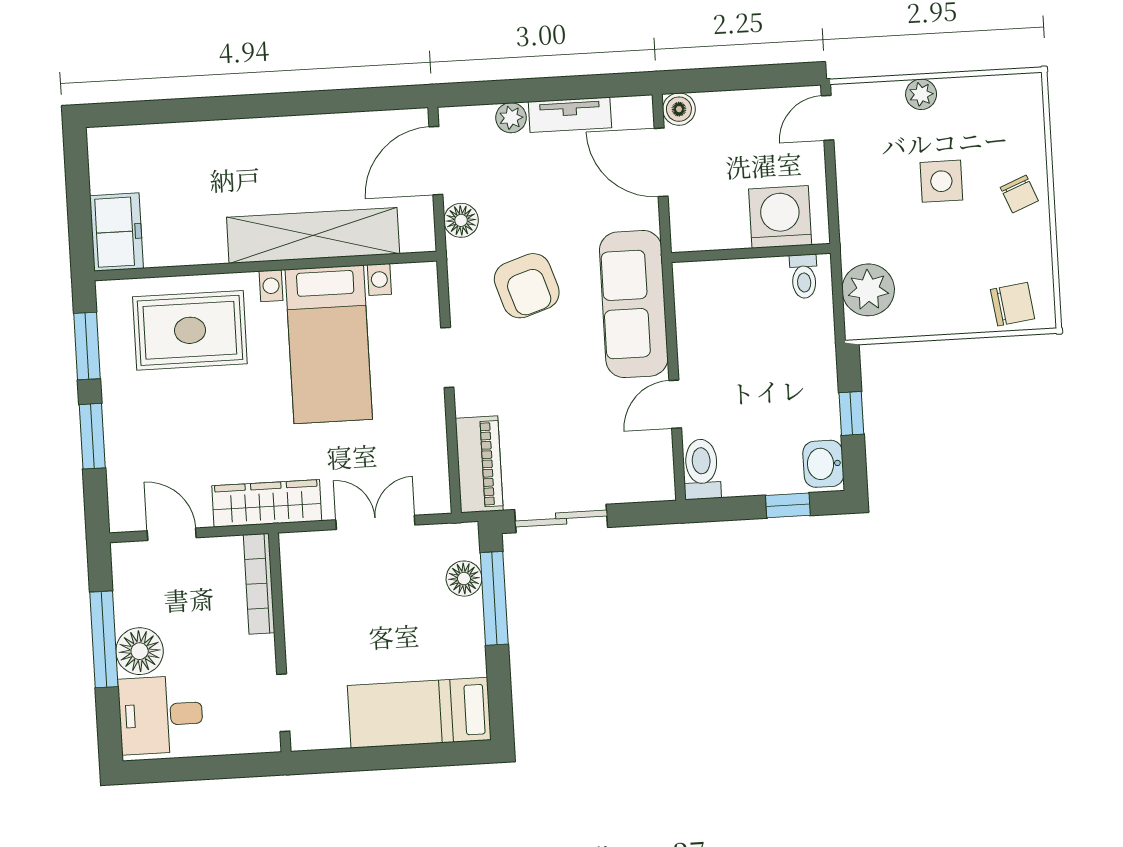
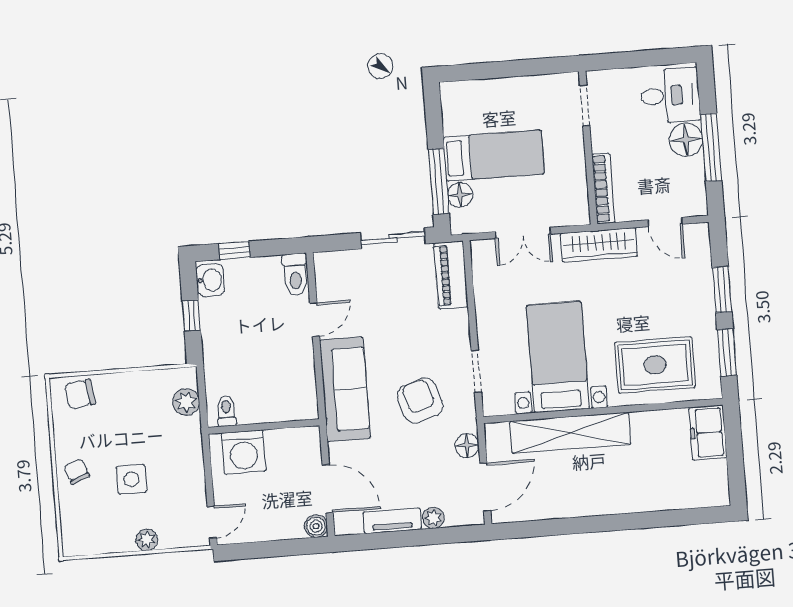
plant: (868, 290) -> (186, 402), width x0.73, depth x0.73
doorway: (447, 357) -> (476, 371), moved
bed: (419, 713) -> (494, 156), moved

